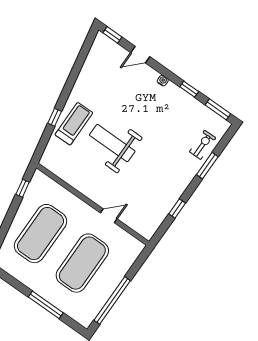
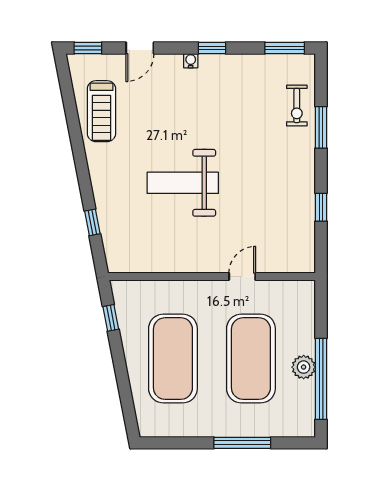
window: (189, 89) -> (212, 48), moved
window: (55, 117) -> (92, 222), moved
treadmill: (74, 124) -> (101, 111), moved, turned 180
exercise bike: (203, 145) -> (297, 106), turned 180
plant: (107, 288) -> (304, 367), added

